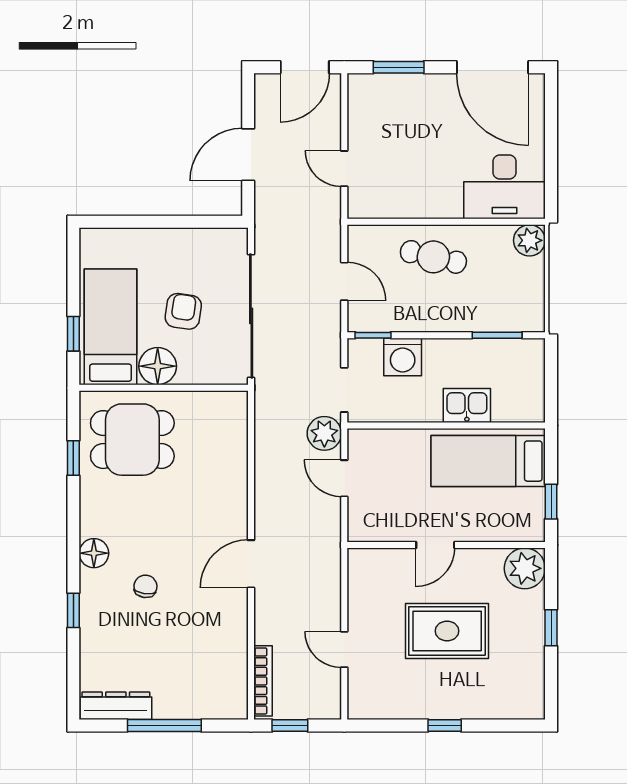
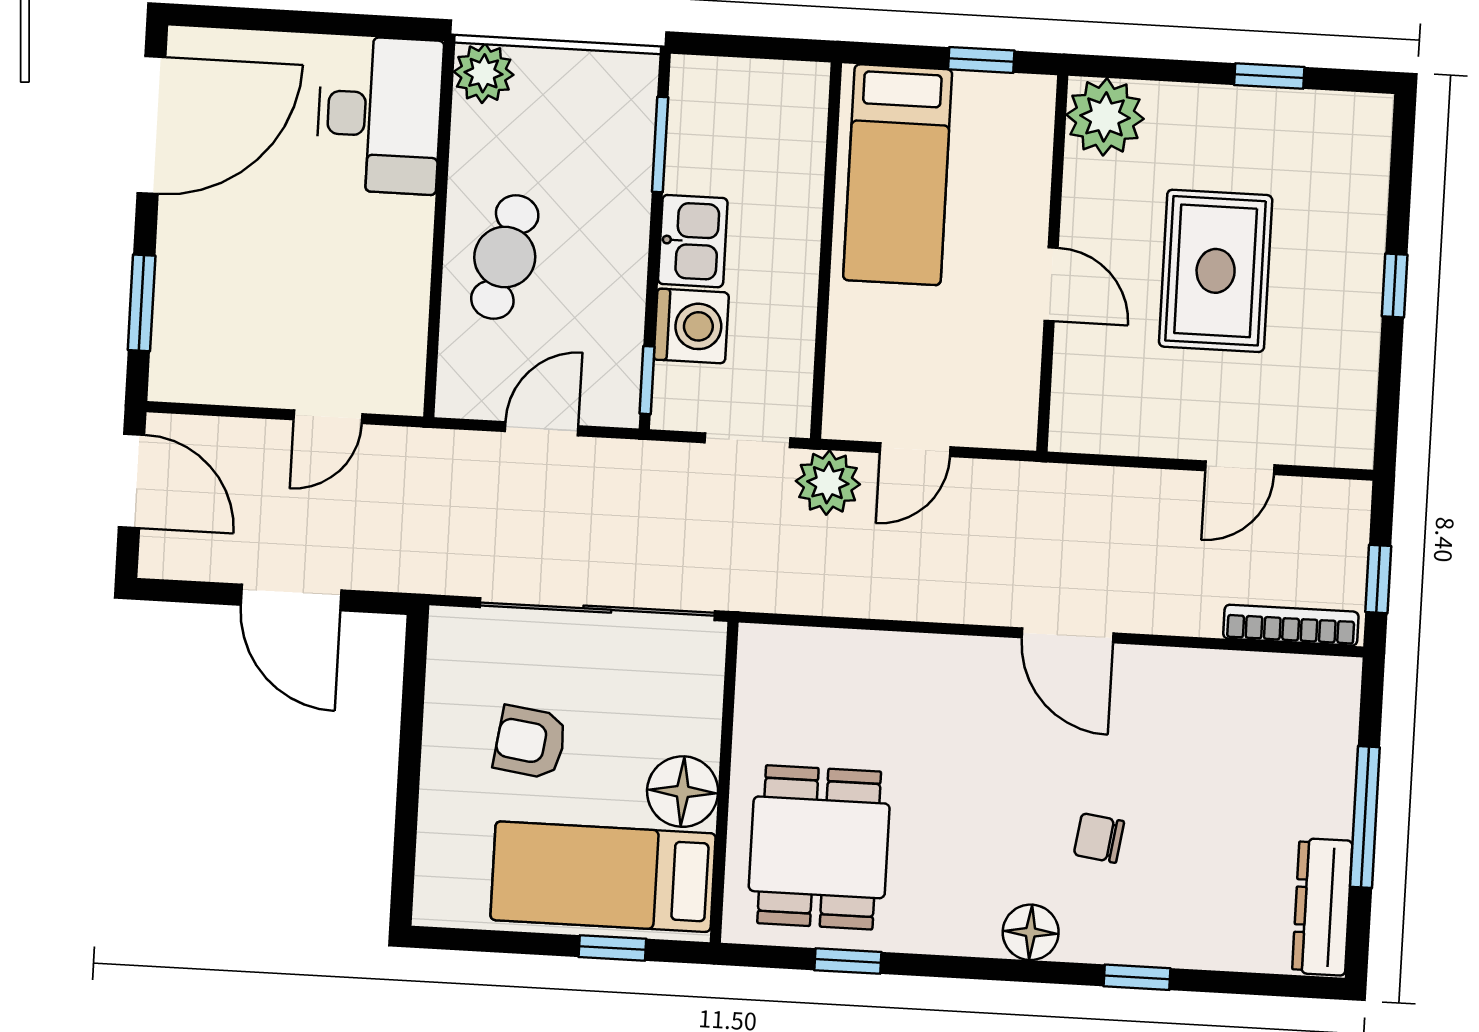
armchair: (183, 311) -> (530, 742), moved
kitchen sink: (467, 406) -> (693, 241), moved, turned 180
window: (551, 628) -> (1269, 76), moved

